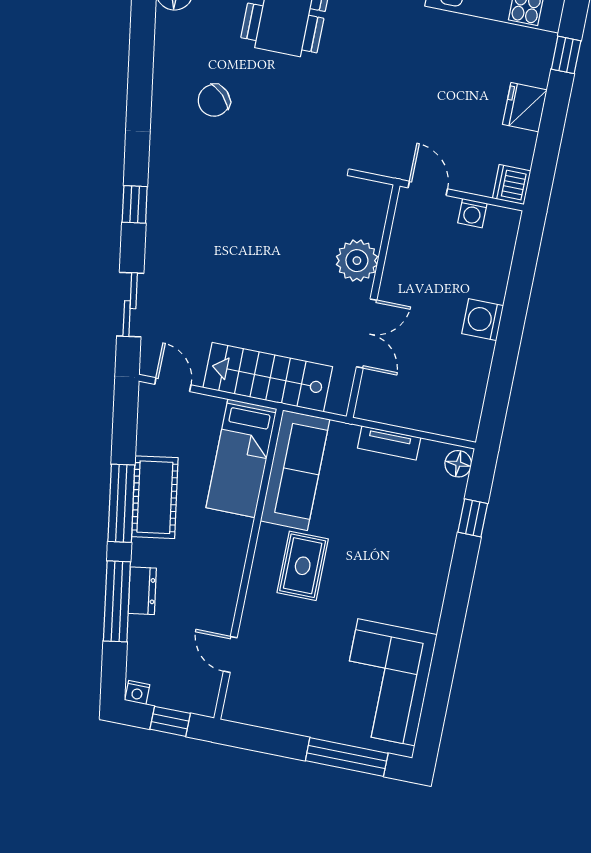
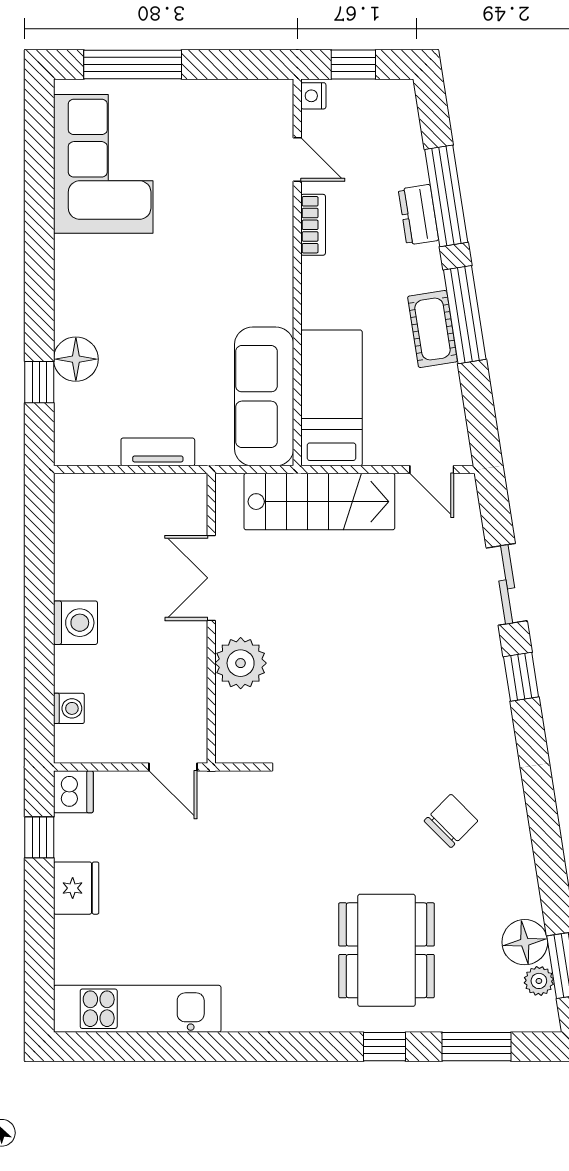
window: (566, 55) -> (39, 837), moved
washing machine: (472, 213) -> (69, 708), moved, turned 90
sliding door: (130, 305) -> (507, 584), moved
floor lamp: (458, 464) -> (76, 359), moved, width x1.38, depth x1.38
cot: (155, 497) -> (433, 329), width x0.73, depth x0.75
rug: (303, 566) -> (232, 284), removed
bookcase: (228, 600) -> (313, 225), added
nightstand: (137, 692) -> (313, 96), moved, turned -90

